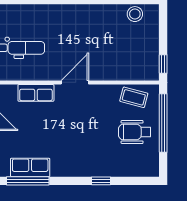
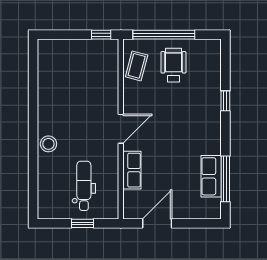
stool: (135, 14) -> (48, 144), moved
door: (75, 82) -> (121, 129), swing flipped
wheelchair: (135, 132) -> (173, 65), turned 180

